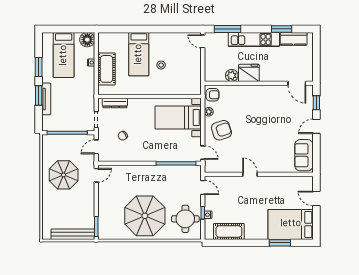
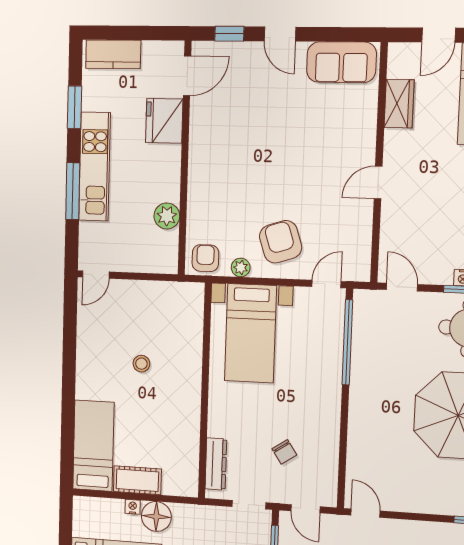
window: (228, 29) -> (73, 191), moved
kitchen counter: (294, 39) -> (113, 54), moved, turned 90
floor lamp: (87, 40) -> (156, 516), moved
bed: (139, 54) -> (93, 446), moved, turned -90
cot: (107, 69) -> (137, 480), width x0.73, depth x0.75
fridge: (249, 73) -> (164, 121), moved
wardrobe: (286, 182) -> (399, 104), added
door: (203, 187) -> (402, 287), hinge flipped

